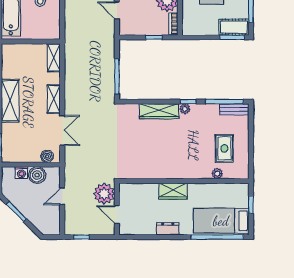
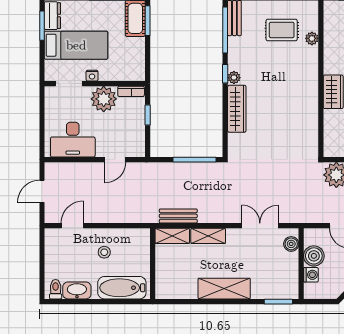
bench: (70, 63) -> (178, 216), added
shelving: (54, 99) -> (208, 236), moved

